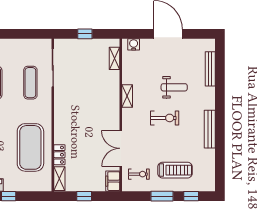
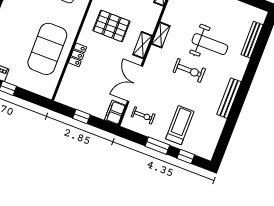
weight bench: (174, 87) -> (210, 44), width x1.36, depth x1.33
pallet: (80, 105) -> (111, 26), added
locker: (59, 155) -> (77, 55), moved
treadmill: (175, 170) -> (180, 125), turned -90
shelving: (59, 179) -> (142, 45), moved

